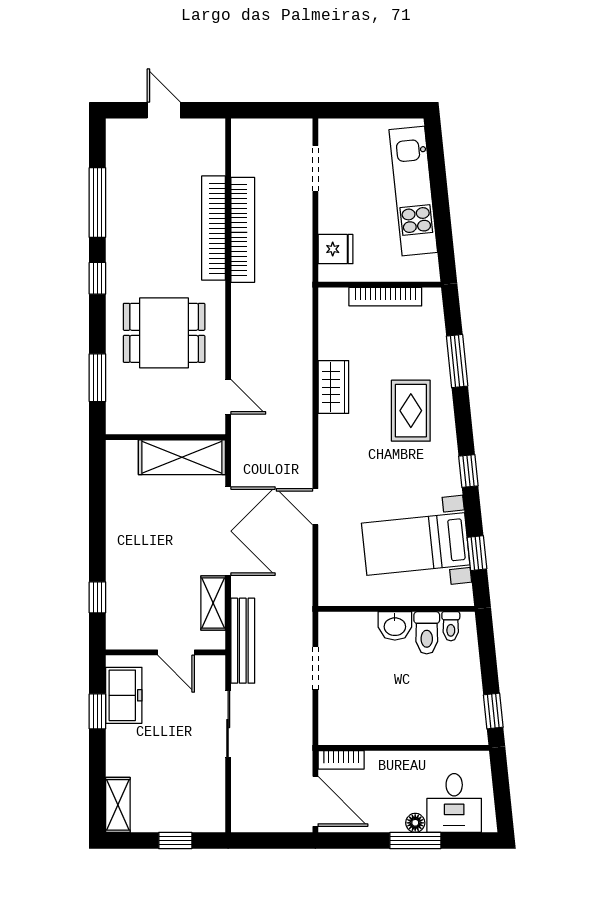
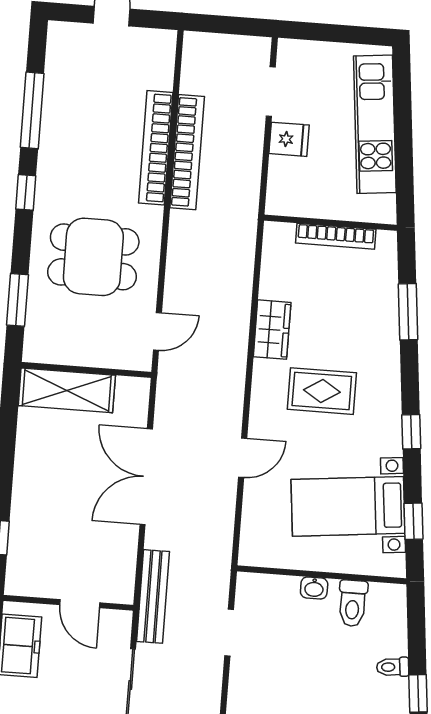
fridge: (336, 249) -> (289, 139), moved
door: (228, 397) -> (157, 331), hinge flipped
rug: (411, 411) -> (322, 391), moved, turned 90
shelving: (182, 457) -> (67, 390), moved
door: (315, 507) -> (243, 458), swing flipped
double door: (228, 531) -> (146, 477), swing flipped
shelving: (213, 603) -> (124, 553), removed
washbasin: (395, 626) -> (314, 588), width x0.72, depth x0.69
toilet: (451, 626) -> (393, 667), moved, turned 84

